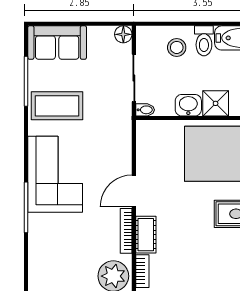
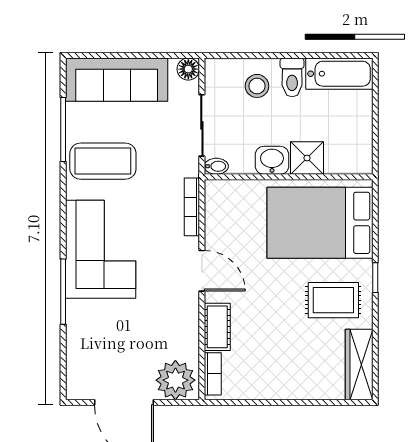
sofa: (57, 43) -> (117, 80), width x1.36
door: (134, 191) -> (202, 271), swing flipped
bookcase: (126, 231) -> (192, 207), moved

